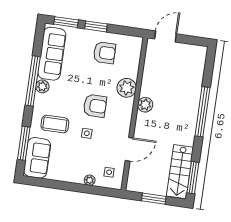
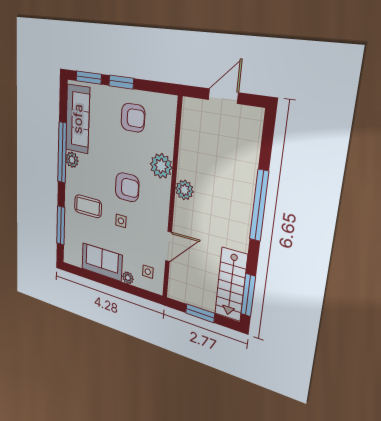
door: (166, 36) -> (223, 96), moved
sofa: (37, 158) -> (102, 262), moved, turned -90

